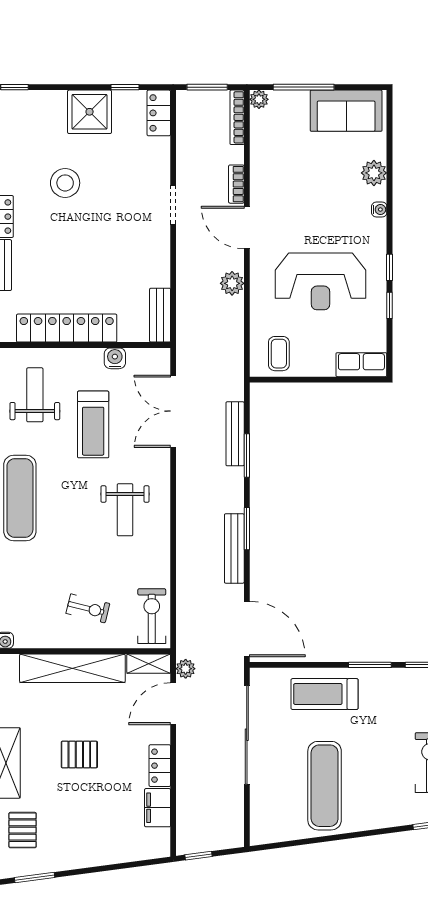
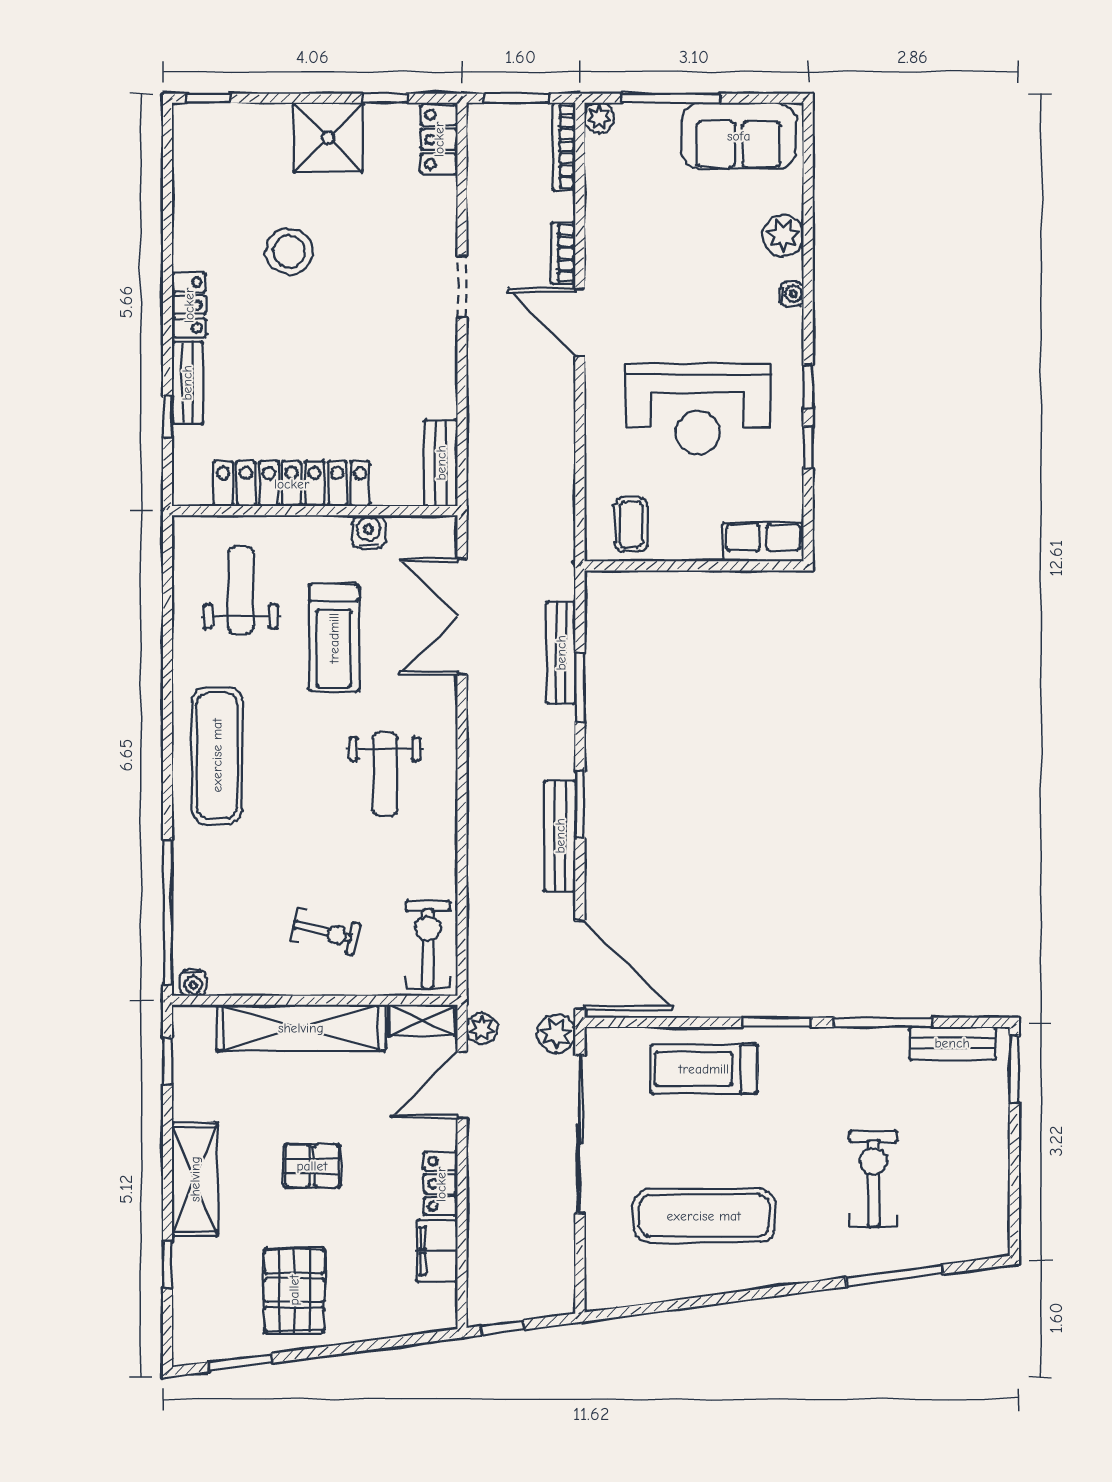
plant: (232, 283) -> (556, 1033), moved
exercise mat: (325, 786) -> (704, 1216), turned 90
pallet: (23, 830) -> (294, 1290), moved, width x1.50, depth x1.42

